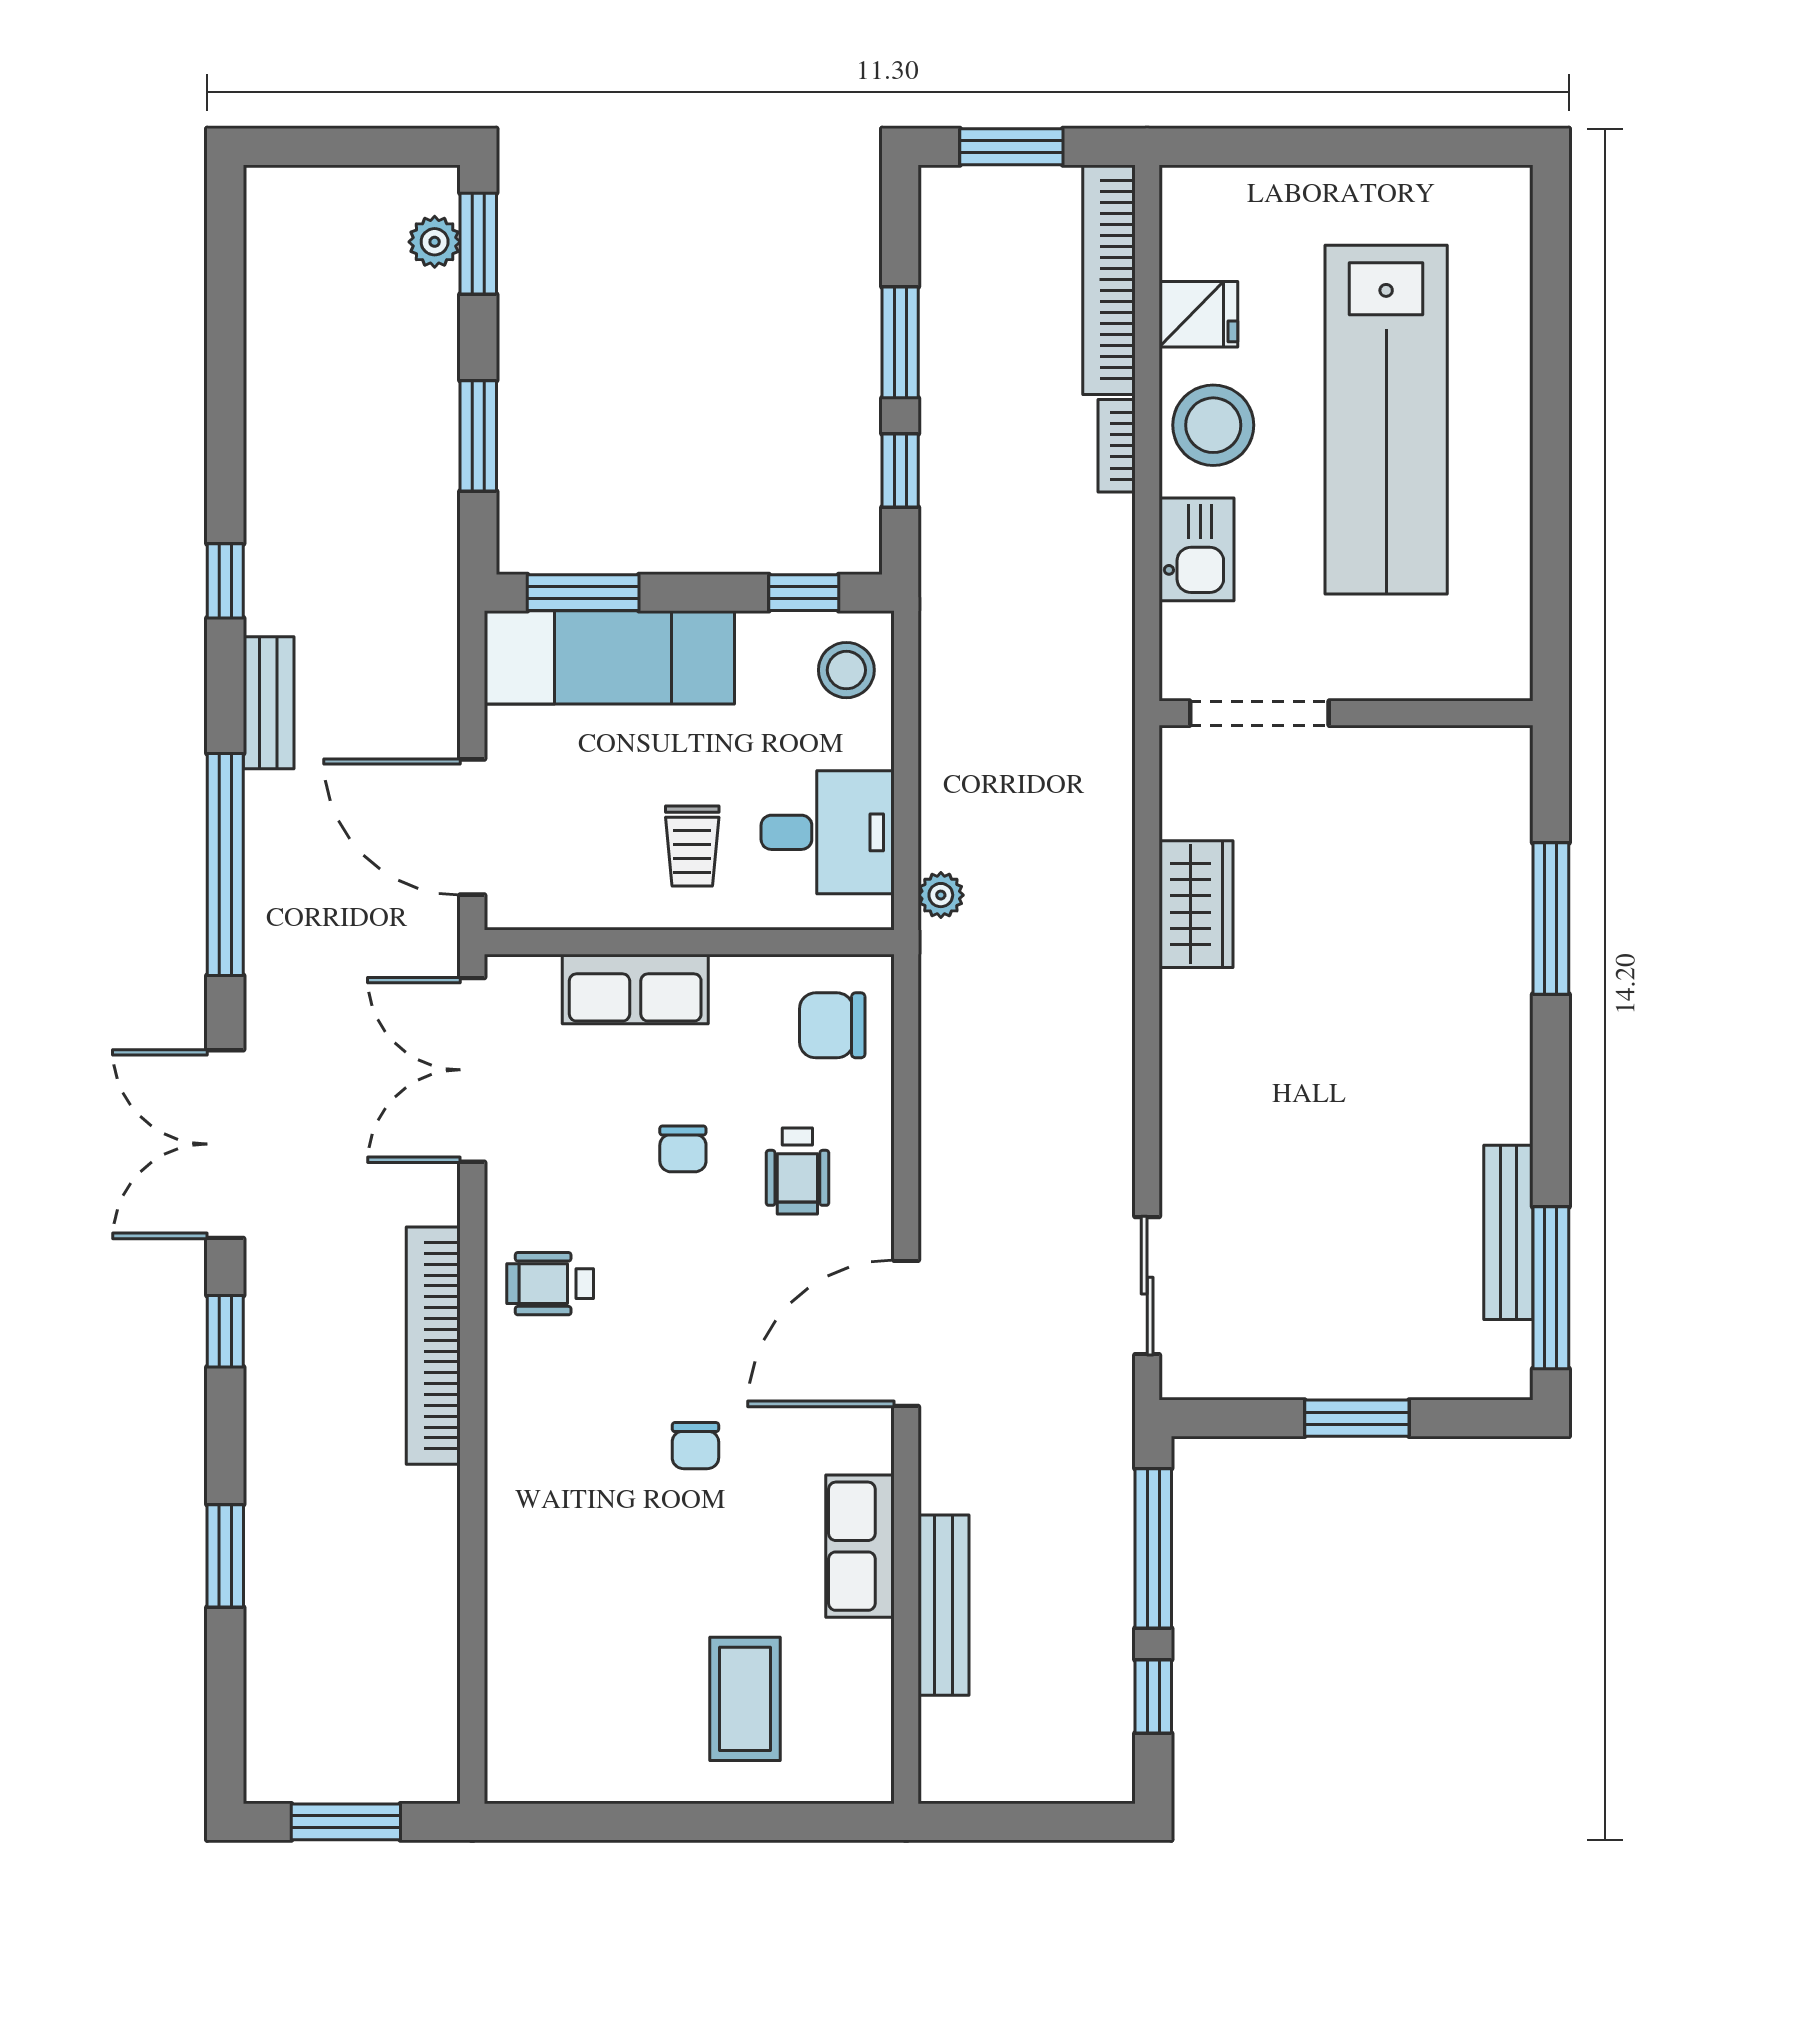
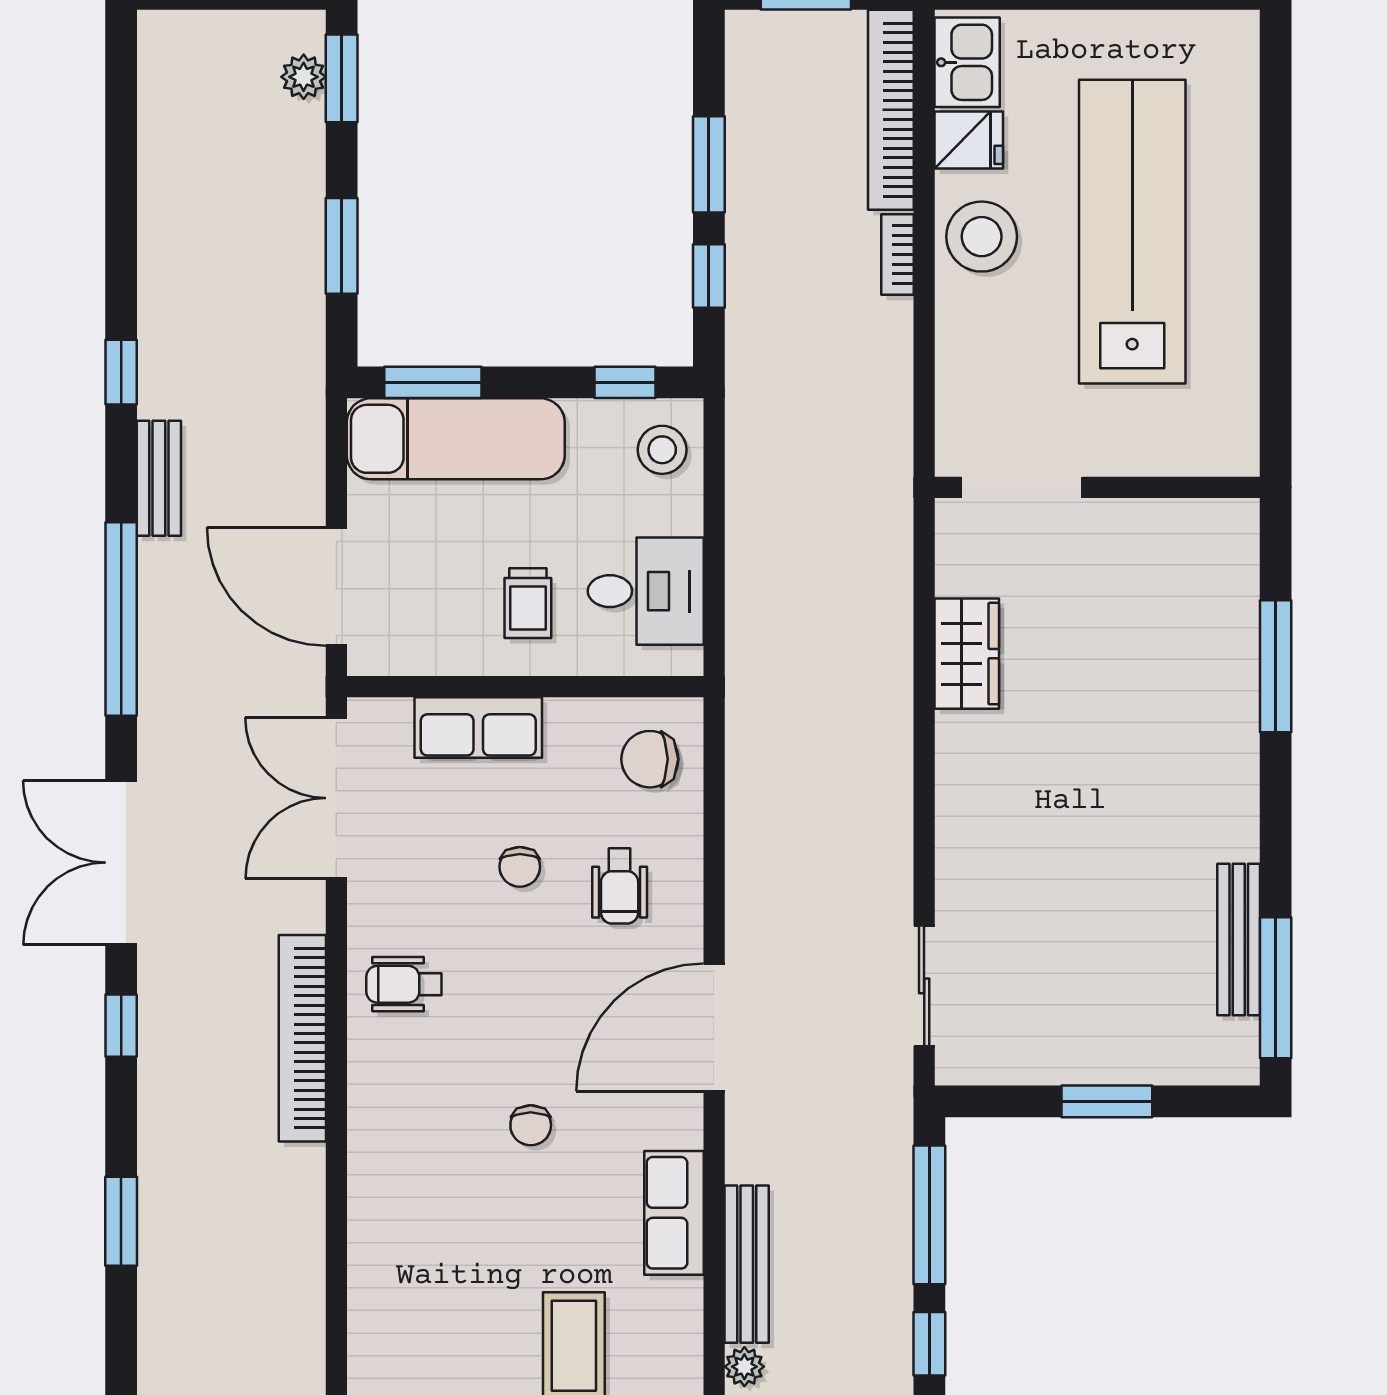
lab bench: (1386, 420) -> (1132, 232), turned 180
kitchen sink: (1197, 549) -> (967, 62), moved
plant: (941, 895) -> (744, 1367), moved

